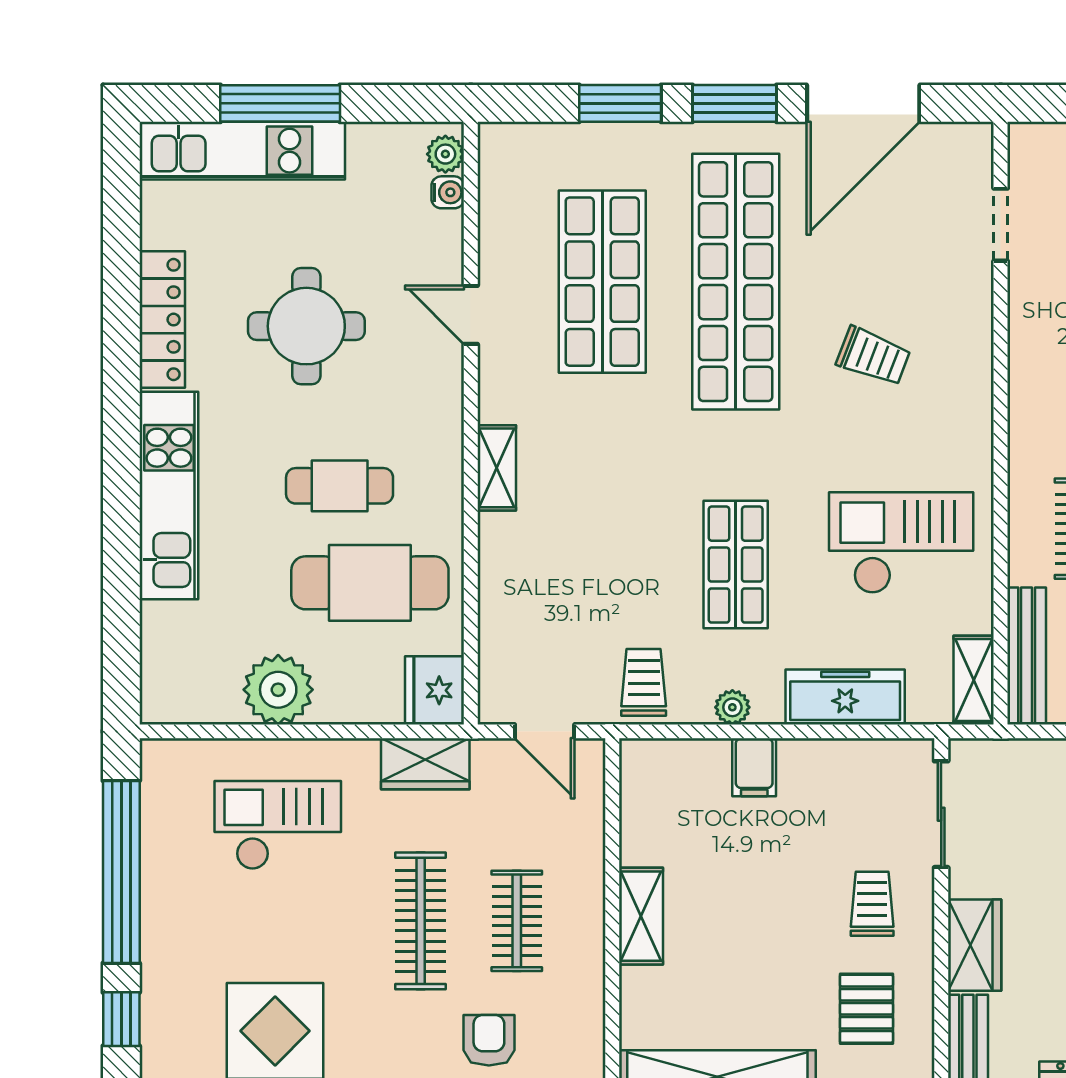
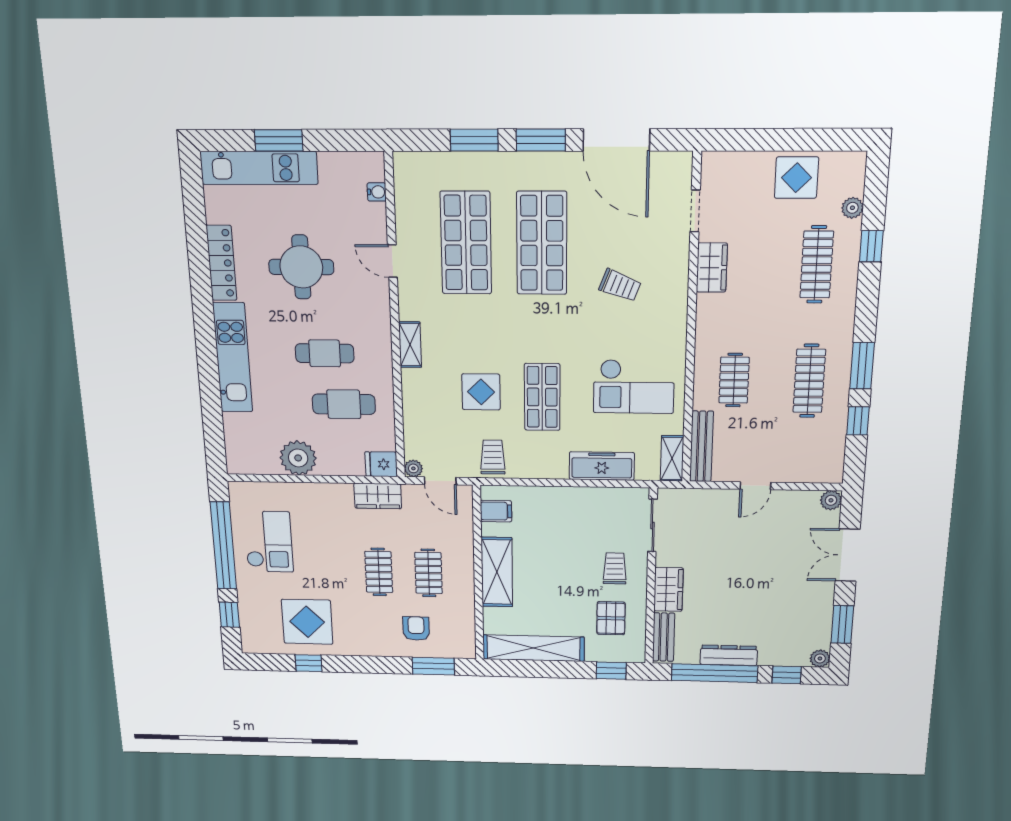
window: (280, 103) -> (279, 140), width x0.69
door: (863, 103) -> (616, 140), hinge flipped
plant: (445, 154) -> (374, 170), removed
shop shelf: (736, 282) -> (542, 243), width x0.71
wardrobe: (1033, 324) -> (712, 268), added
checkout: (901, 543) -> (634, 387), turned 180
display table: (624, 556) -> (481, 392), added
cafe table: (370, 583) -> (344, 404), width x0.73, depth x0.74
fridge: (434, 690) -> (381, 464), width x0.72
plant: (732, 707) -> (413, 468), moved
filing cabinet: (754, 767) -> (496, 511), moved, turned -90
checkout: (278, 825) -> (269, 542), moved, turned 90
shelving: (641, 916) -> (497, 572), width x1.50, depth x1.33
clothes rail: (421, 921) -> (379, 572), width x0.73

